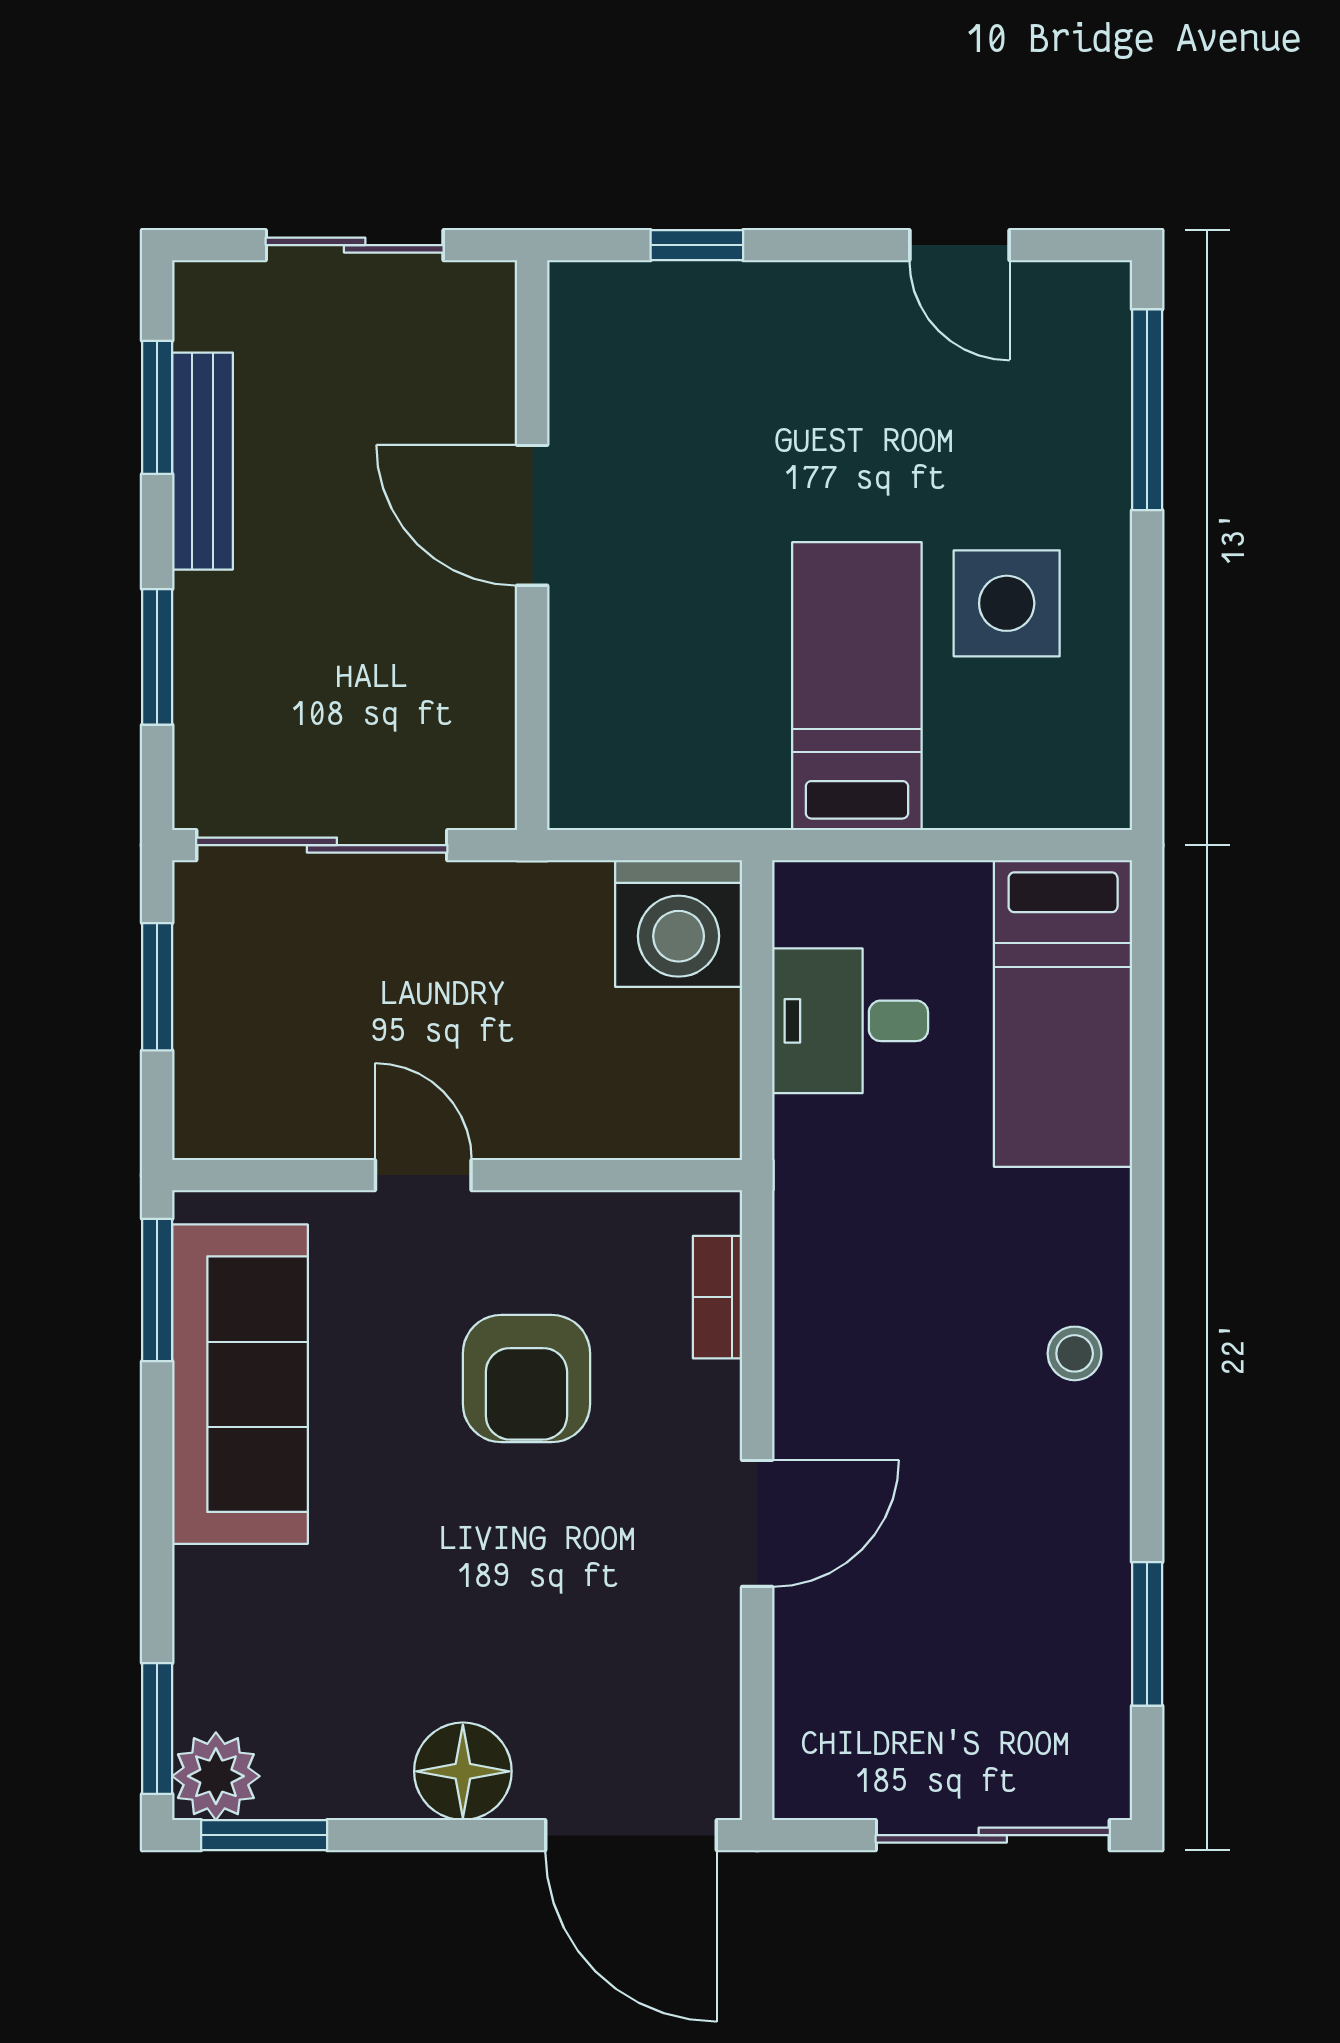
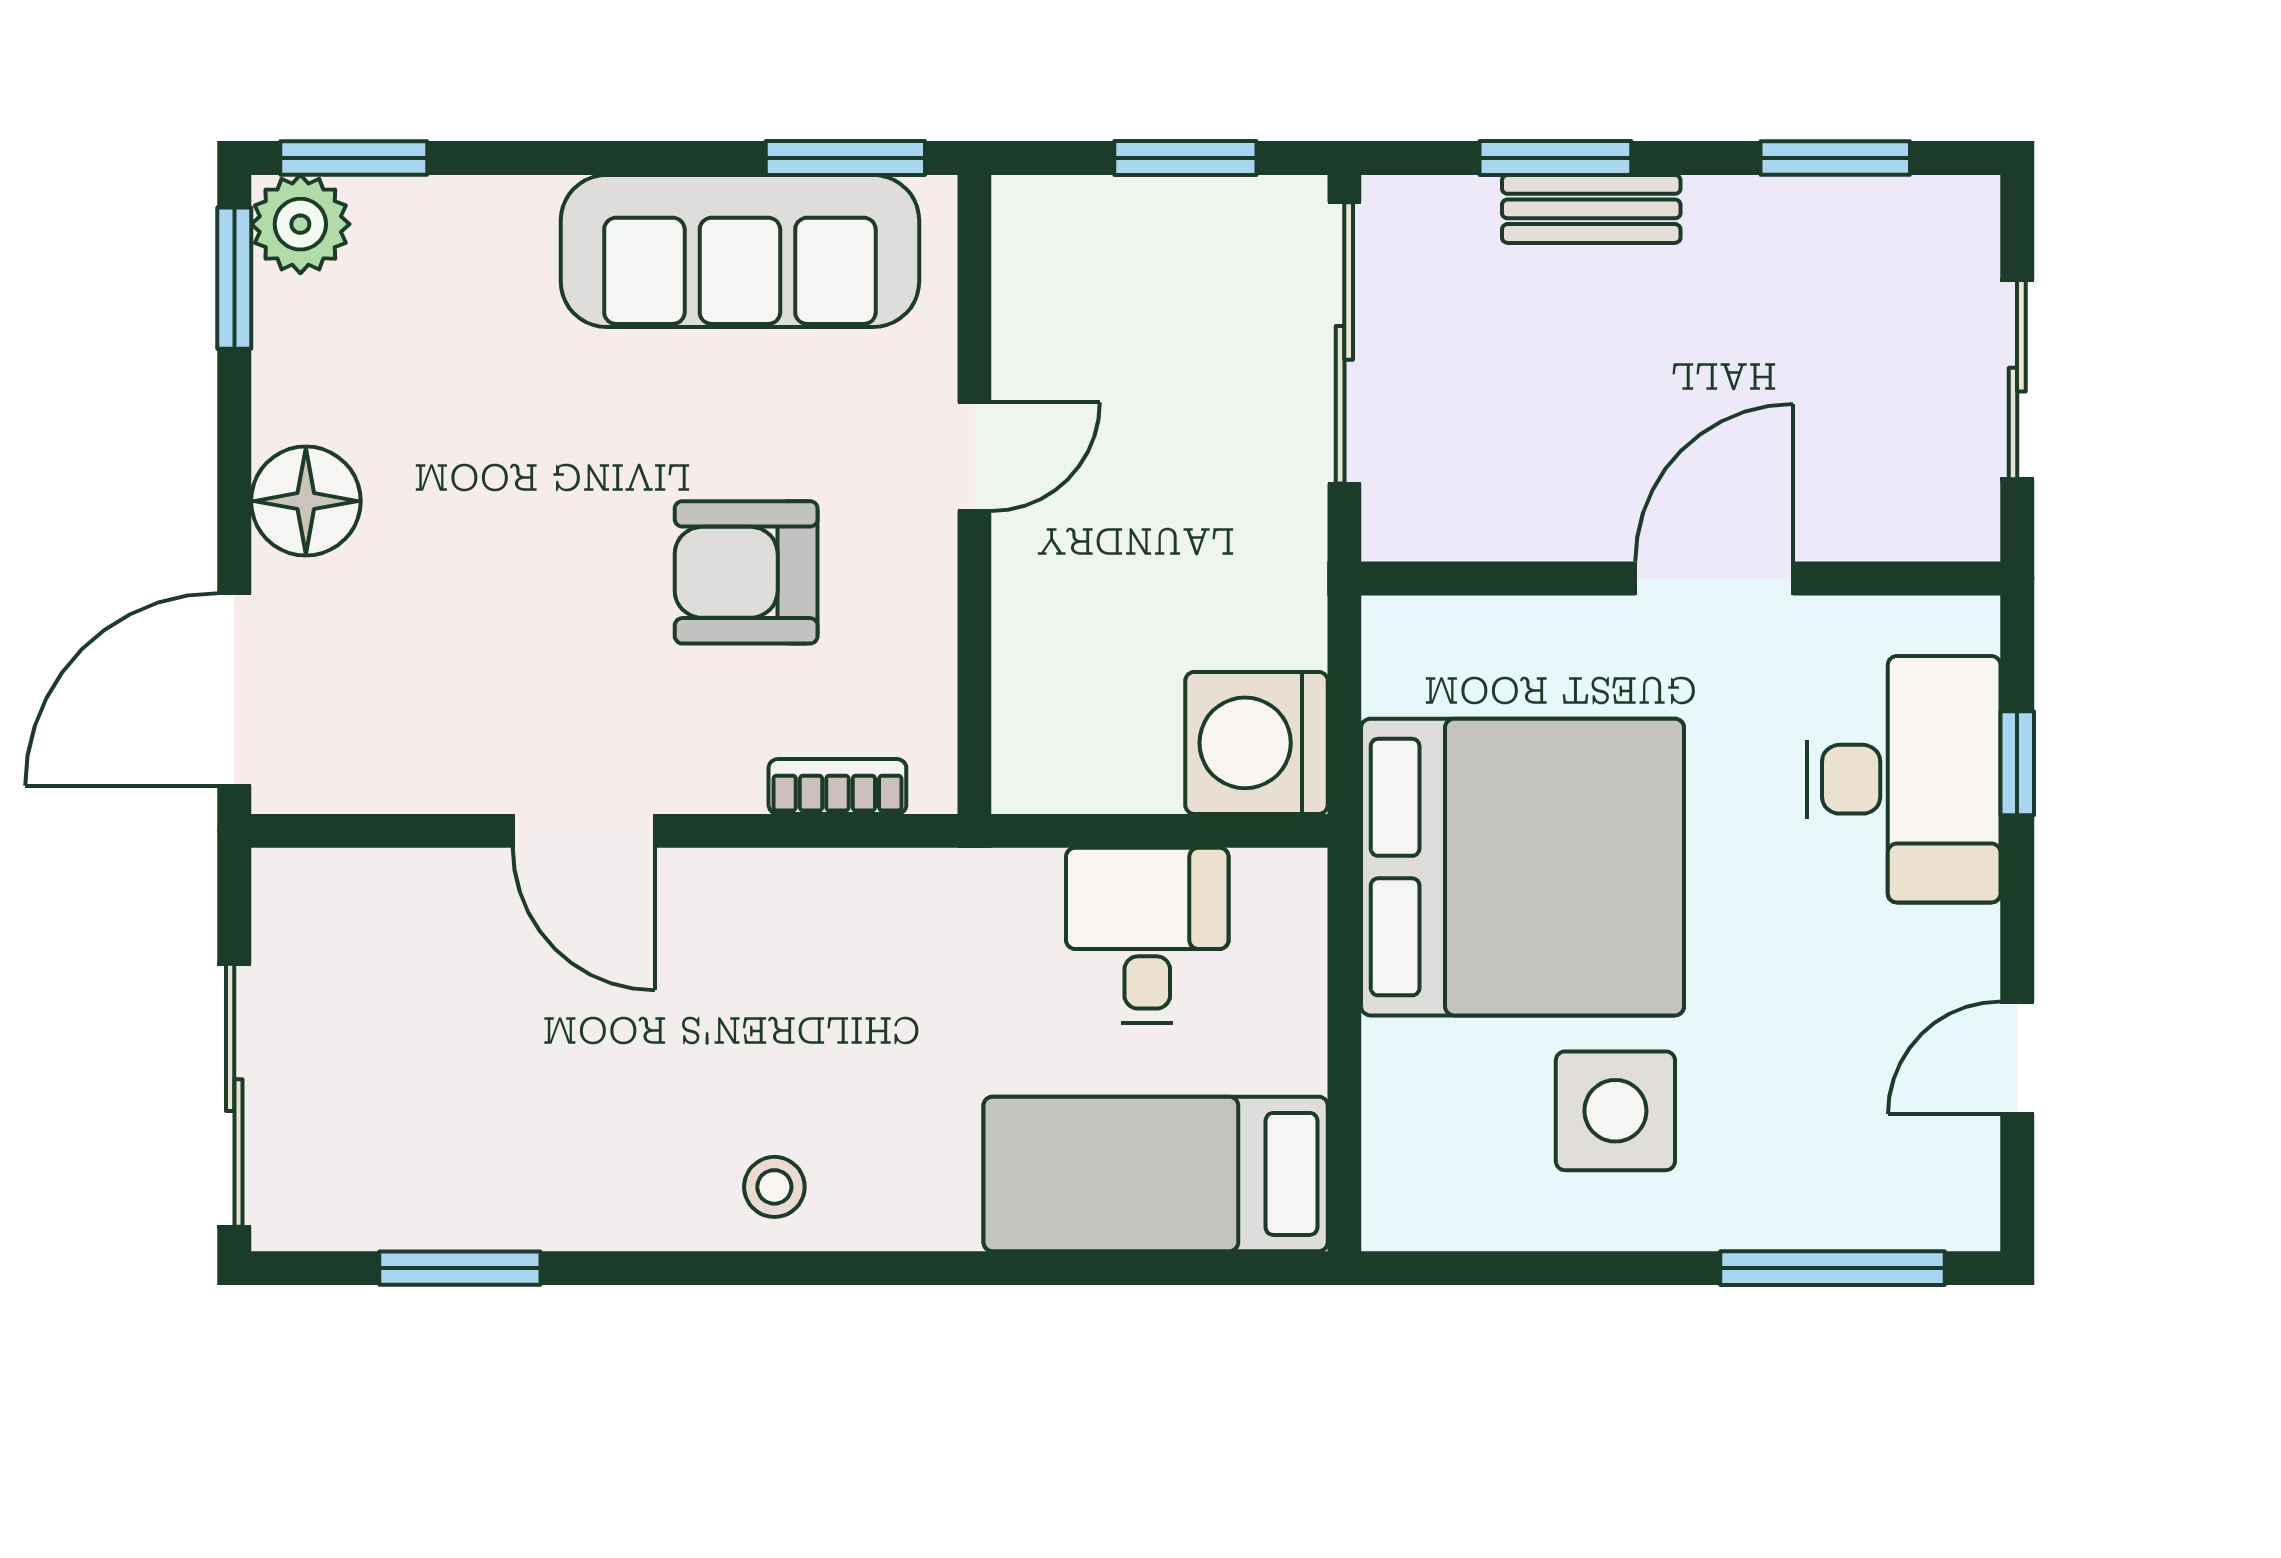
desk: (711, 346) -> (1903, 779), added
bench: (202, 461) -> (1591, 209), moved, width x0.73
bed: (857, 686) -> (1523, 867), width x2.04

